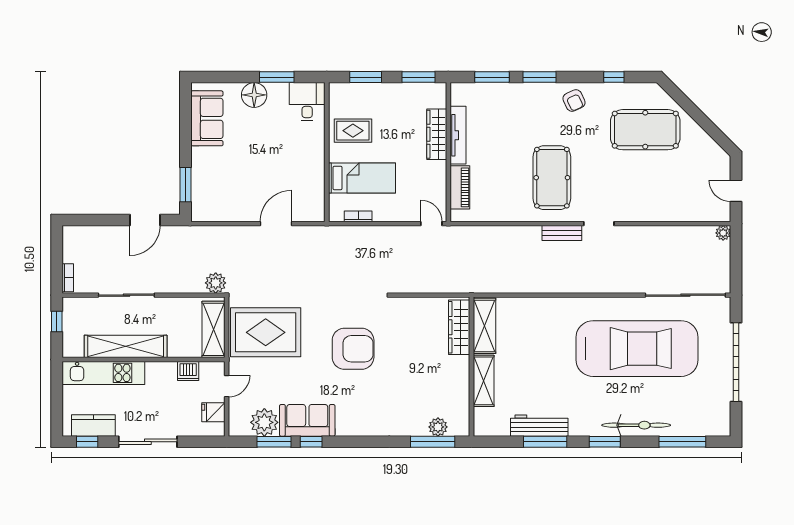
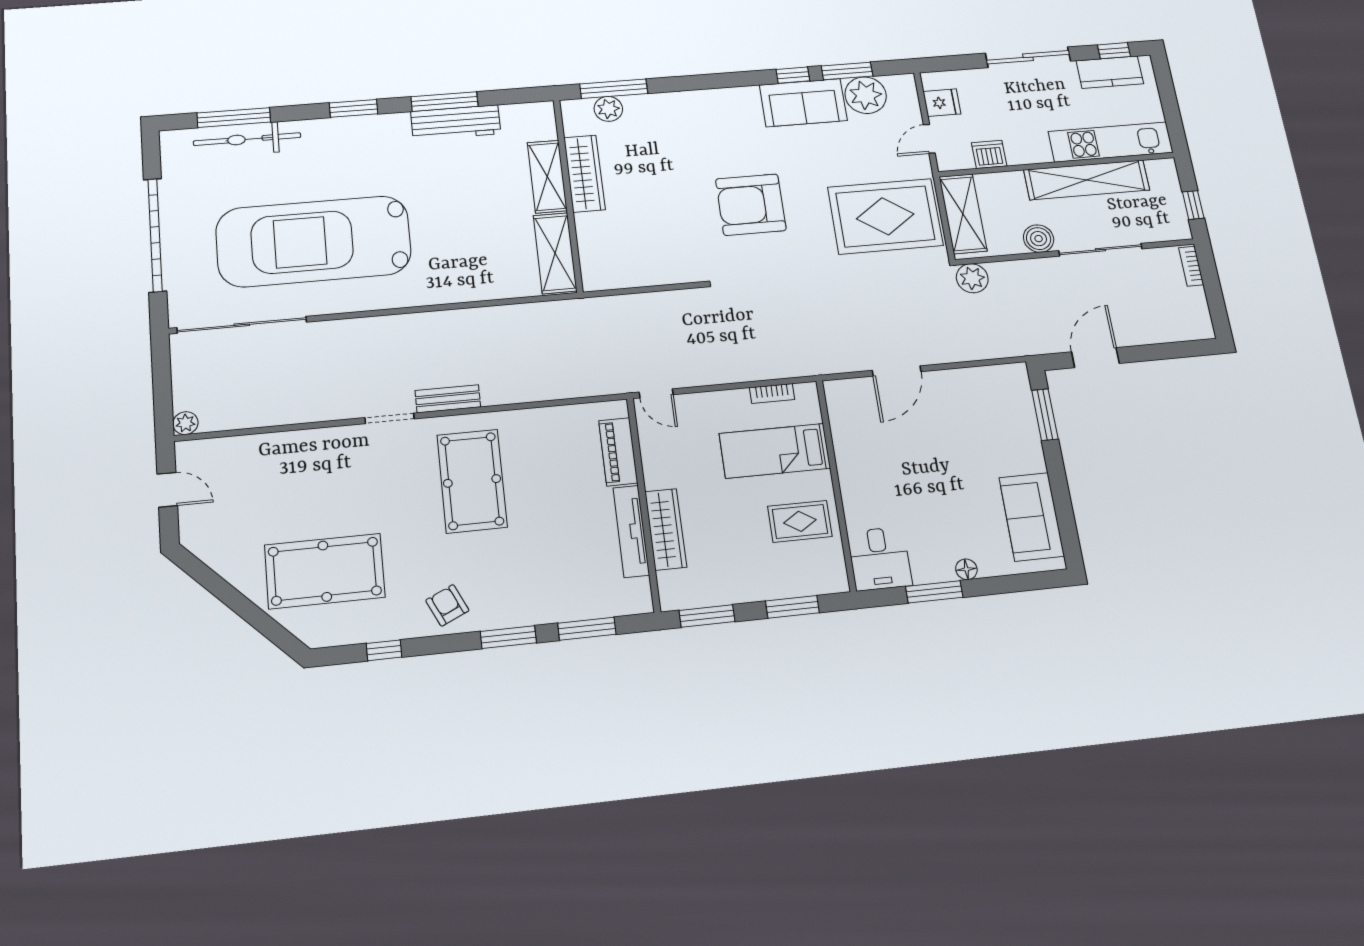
floor lamp: (254, 95) -> (966, 569), width x0.53, depth x0.53
boiler: (166, 307) -> (1039, 239), added
wardrobe: (459, 327) -> (584, 173), moved
bicycle: (636, 425) -> (247, 139), moved

